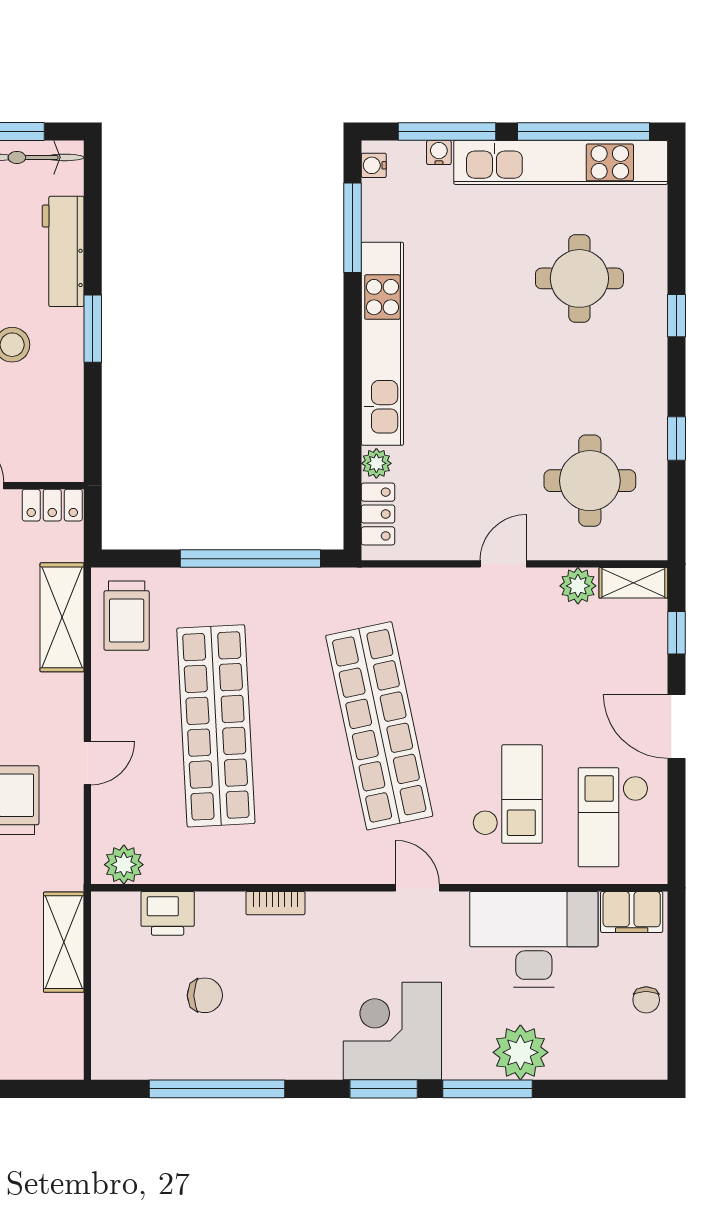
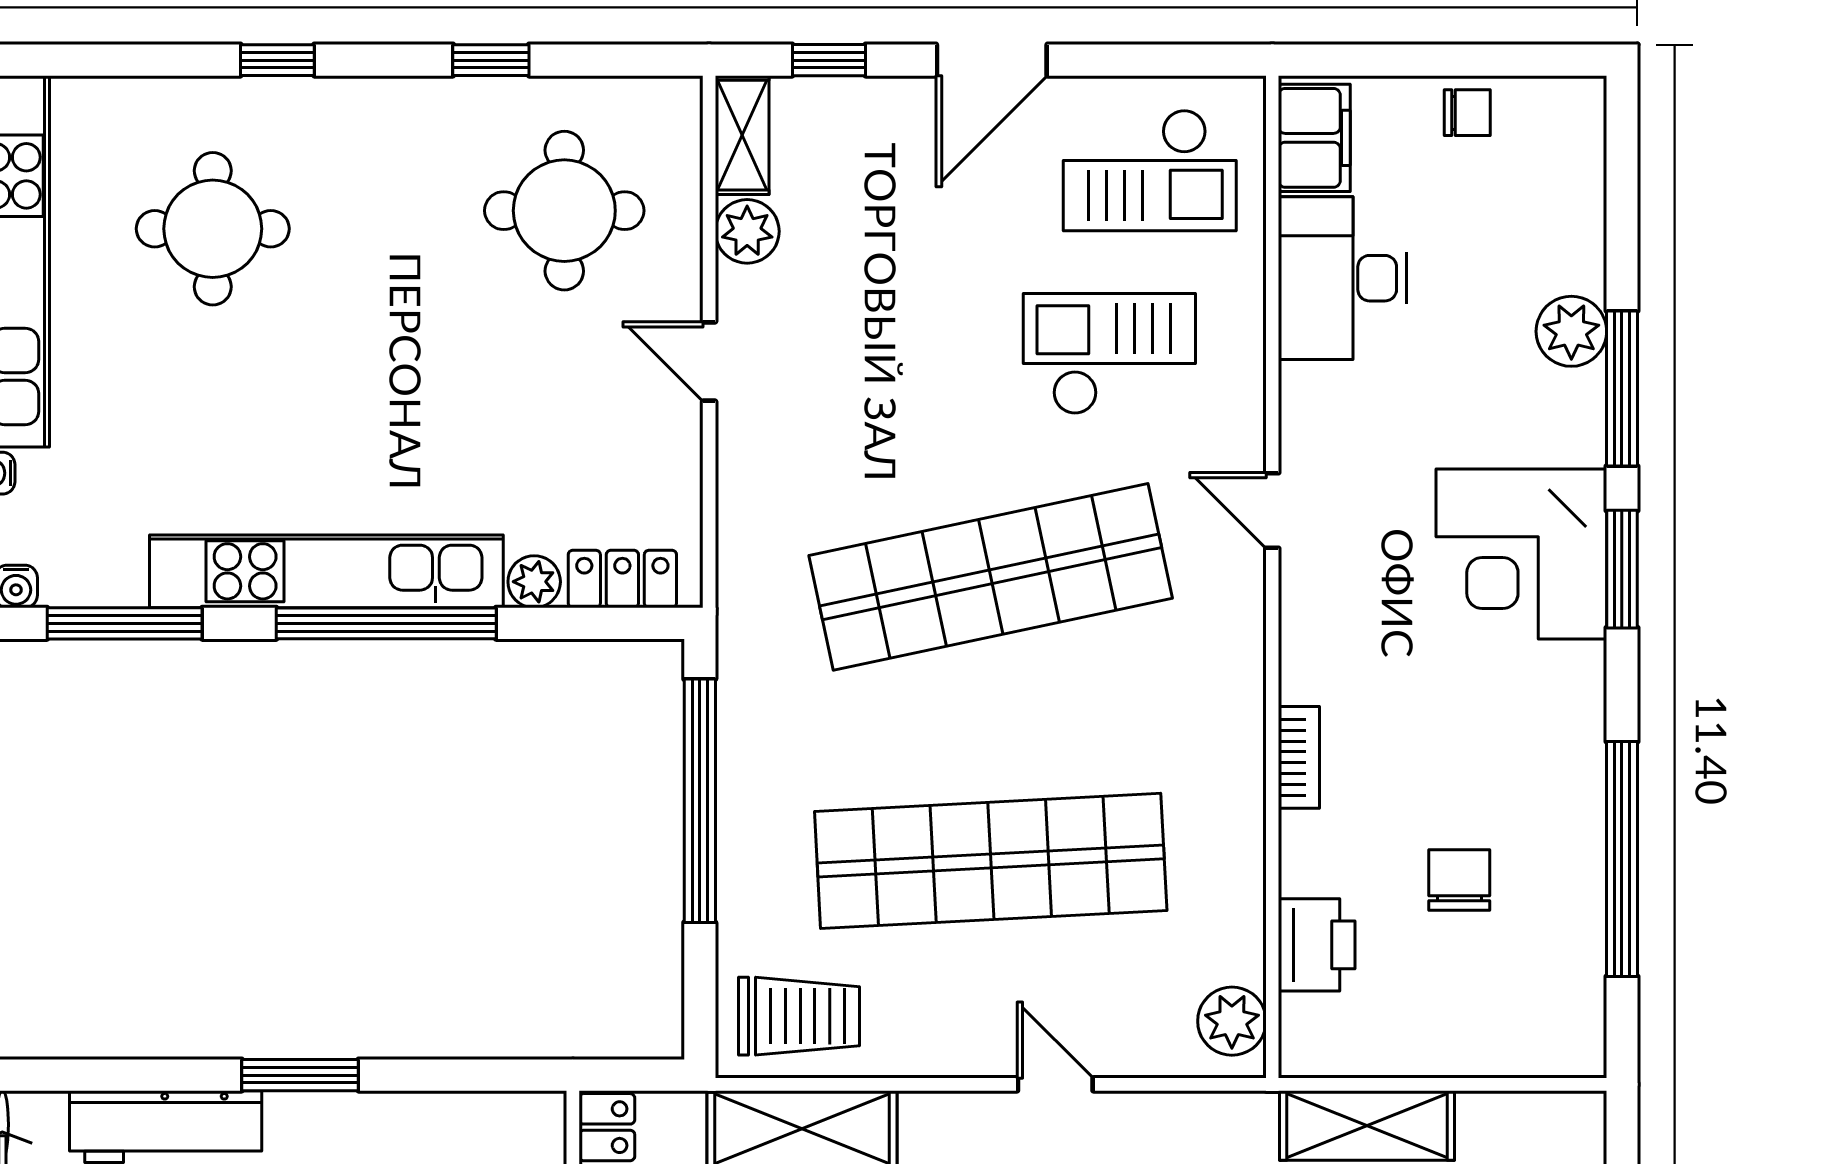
window: (353, 378) -> (386, 623), added
door: (417, 888) -> (1272, 510), hinge flipped
desk: (534, 939) -> (1343, 278), width x0.73, depth x0.77
plant: (520, 1052) -> (1571, 331), width x0.73, depth x0.73

